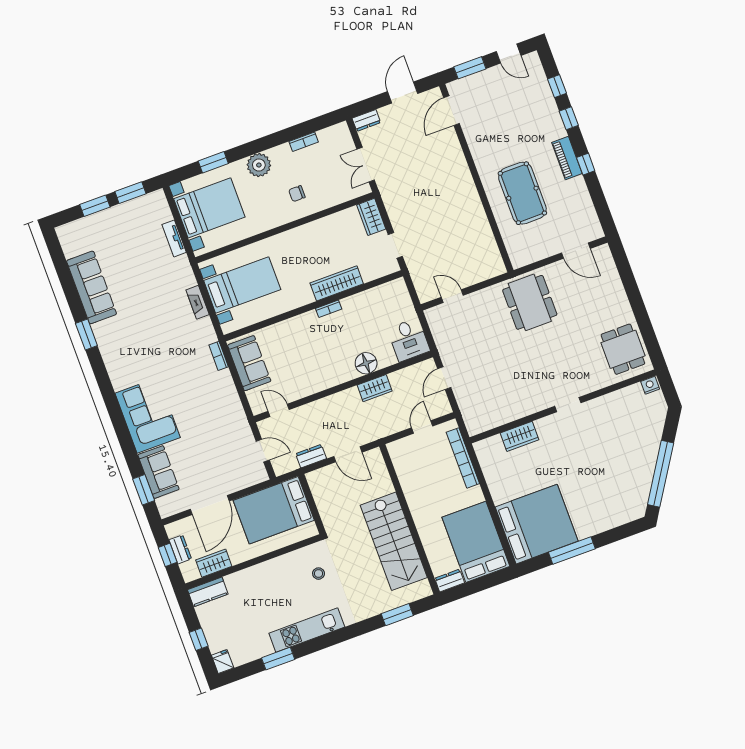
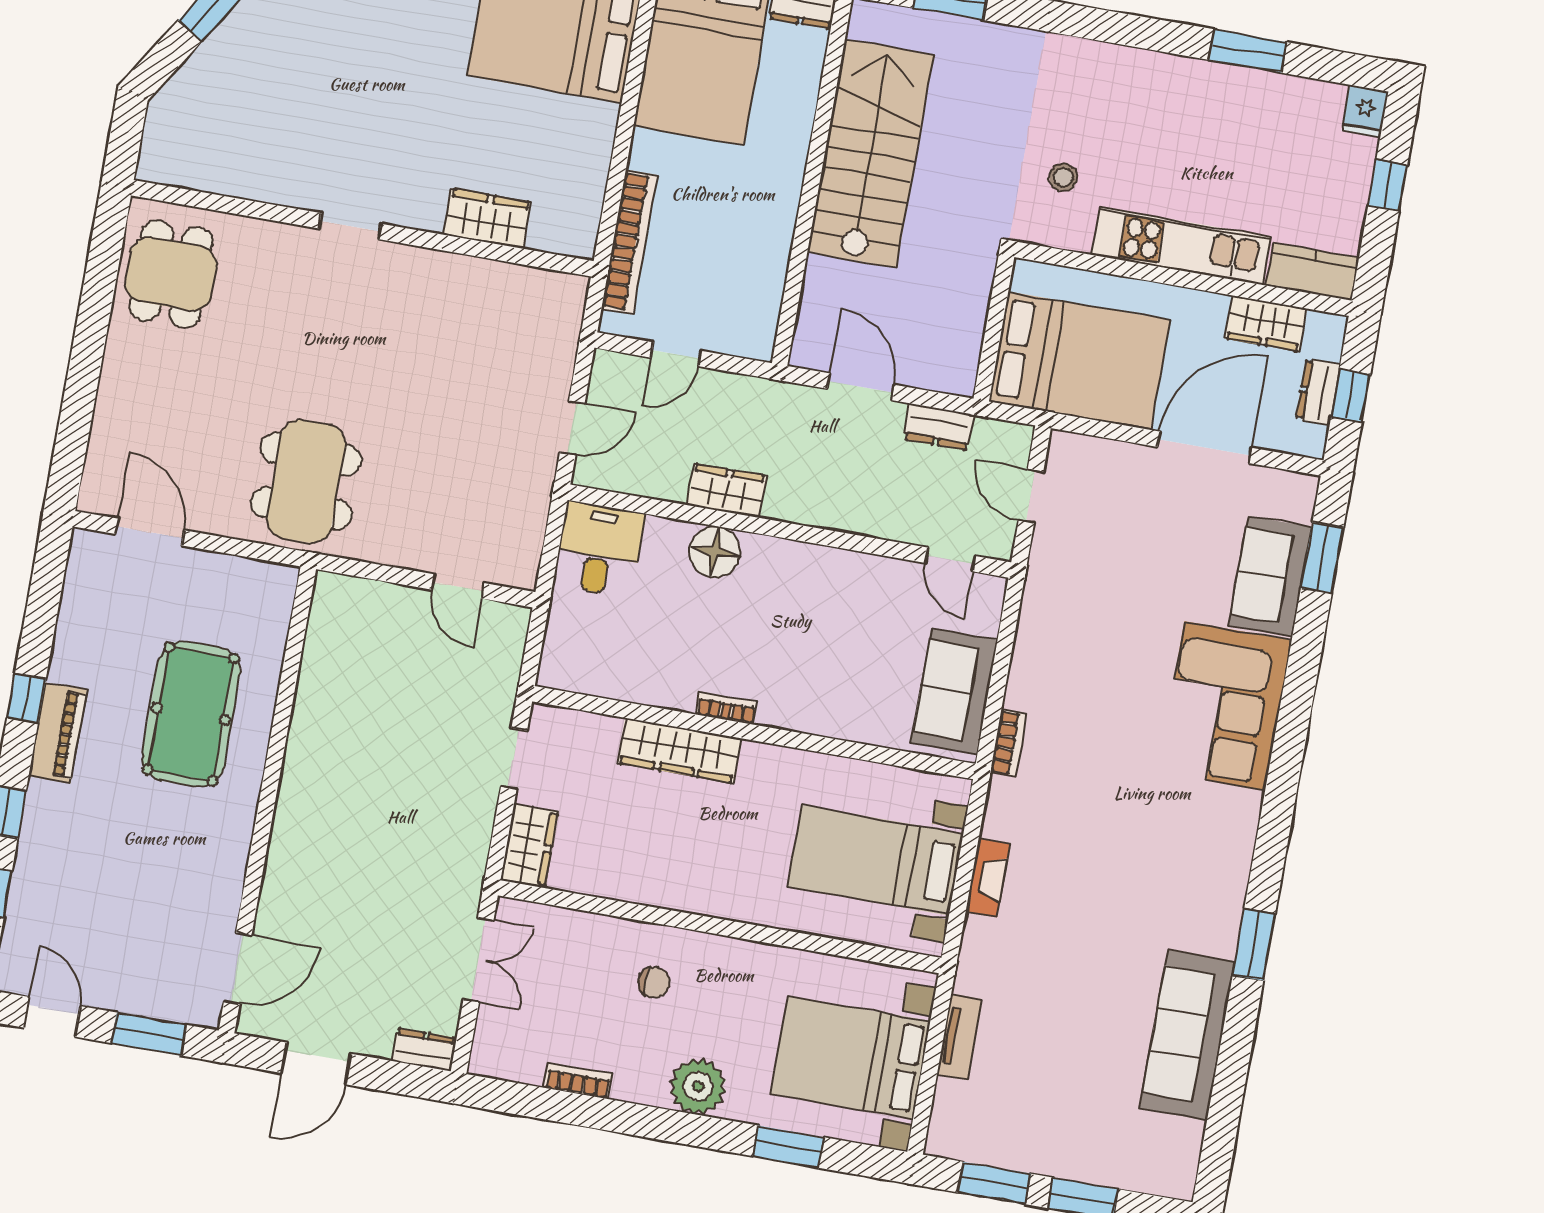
nightstand: (650, 385) -> (158, 168), removed
kitchen unit: (307, 630) -> (1181, 246), moved, turned 180

